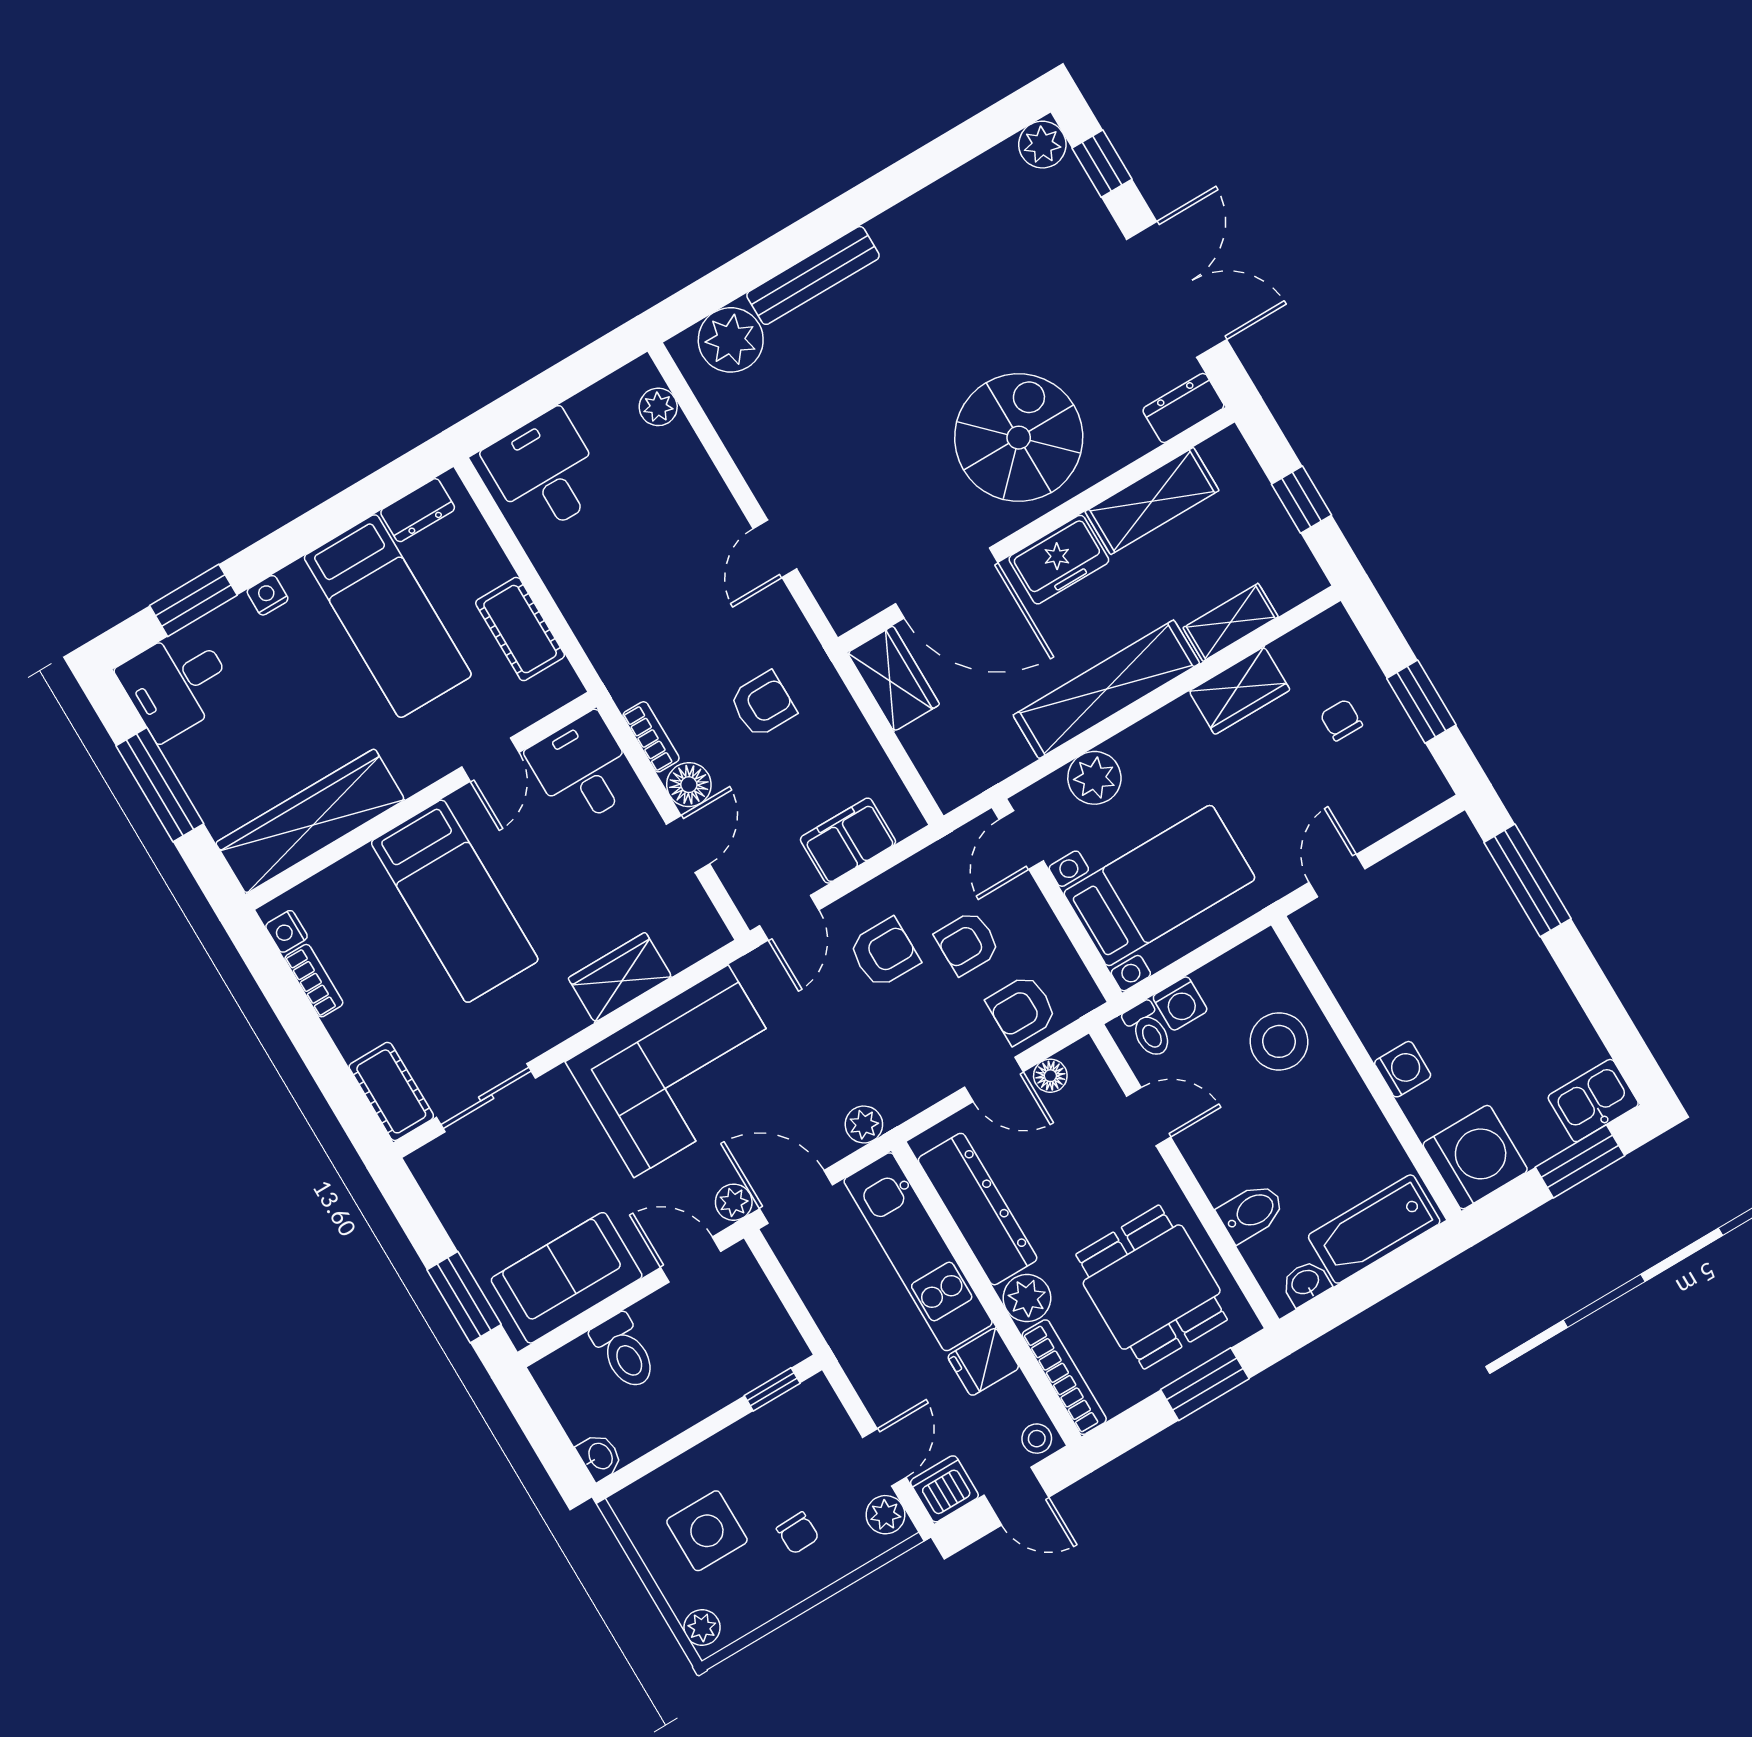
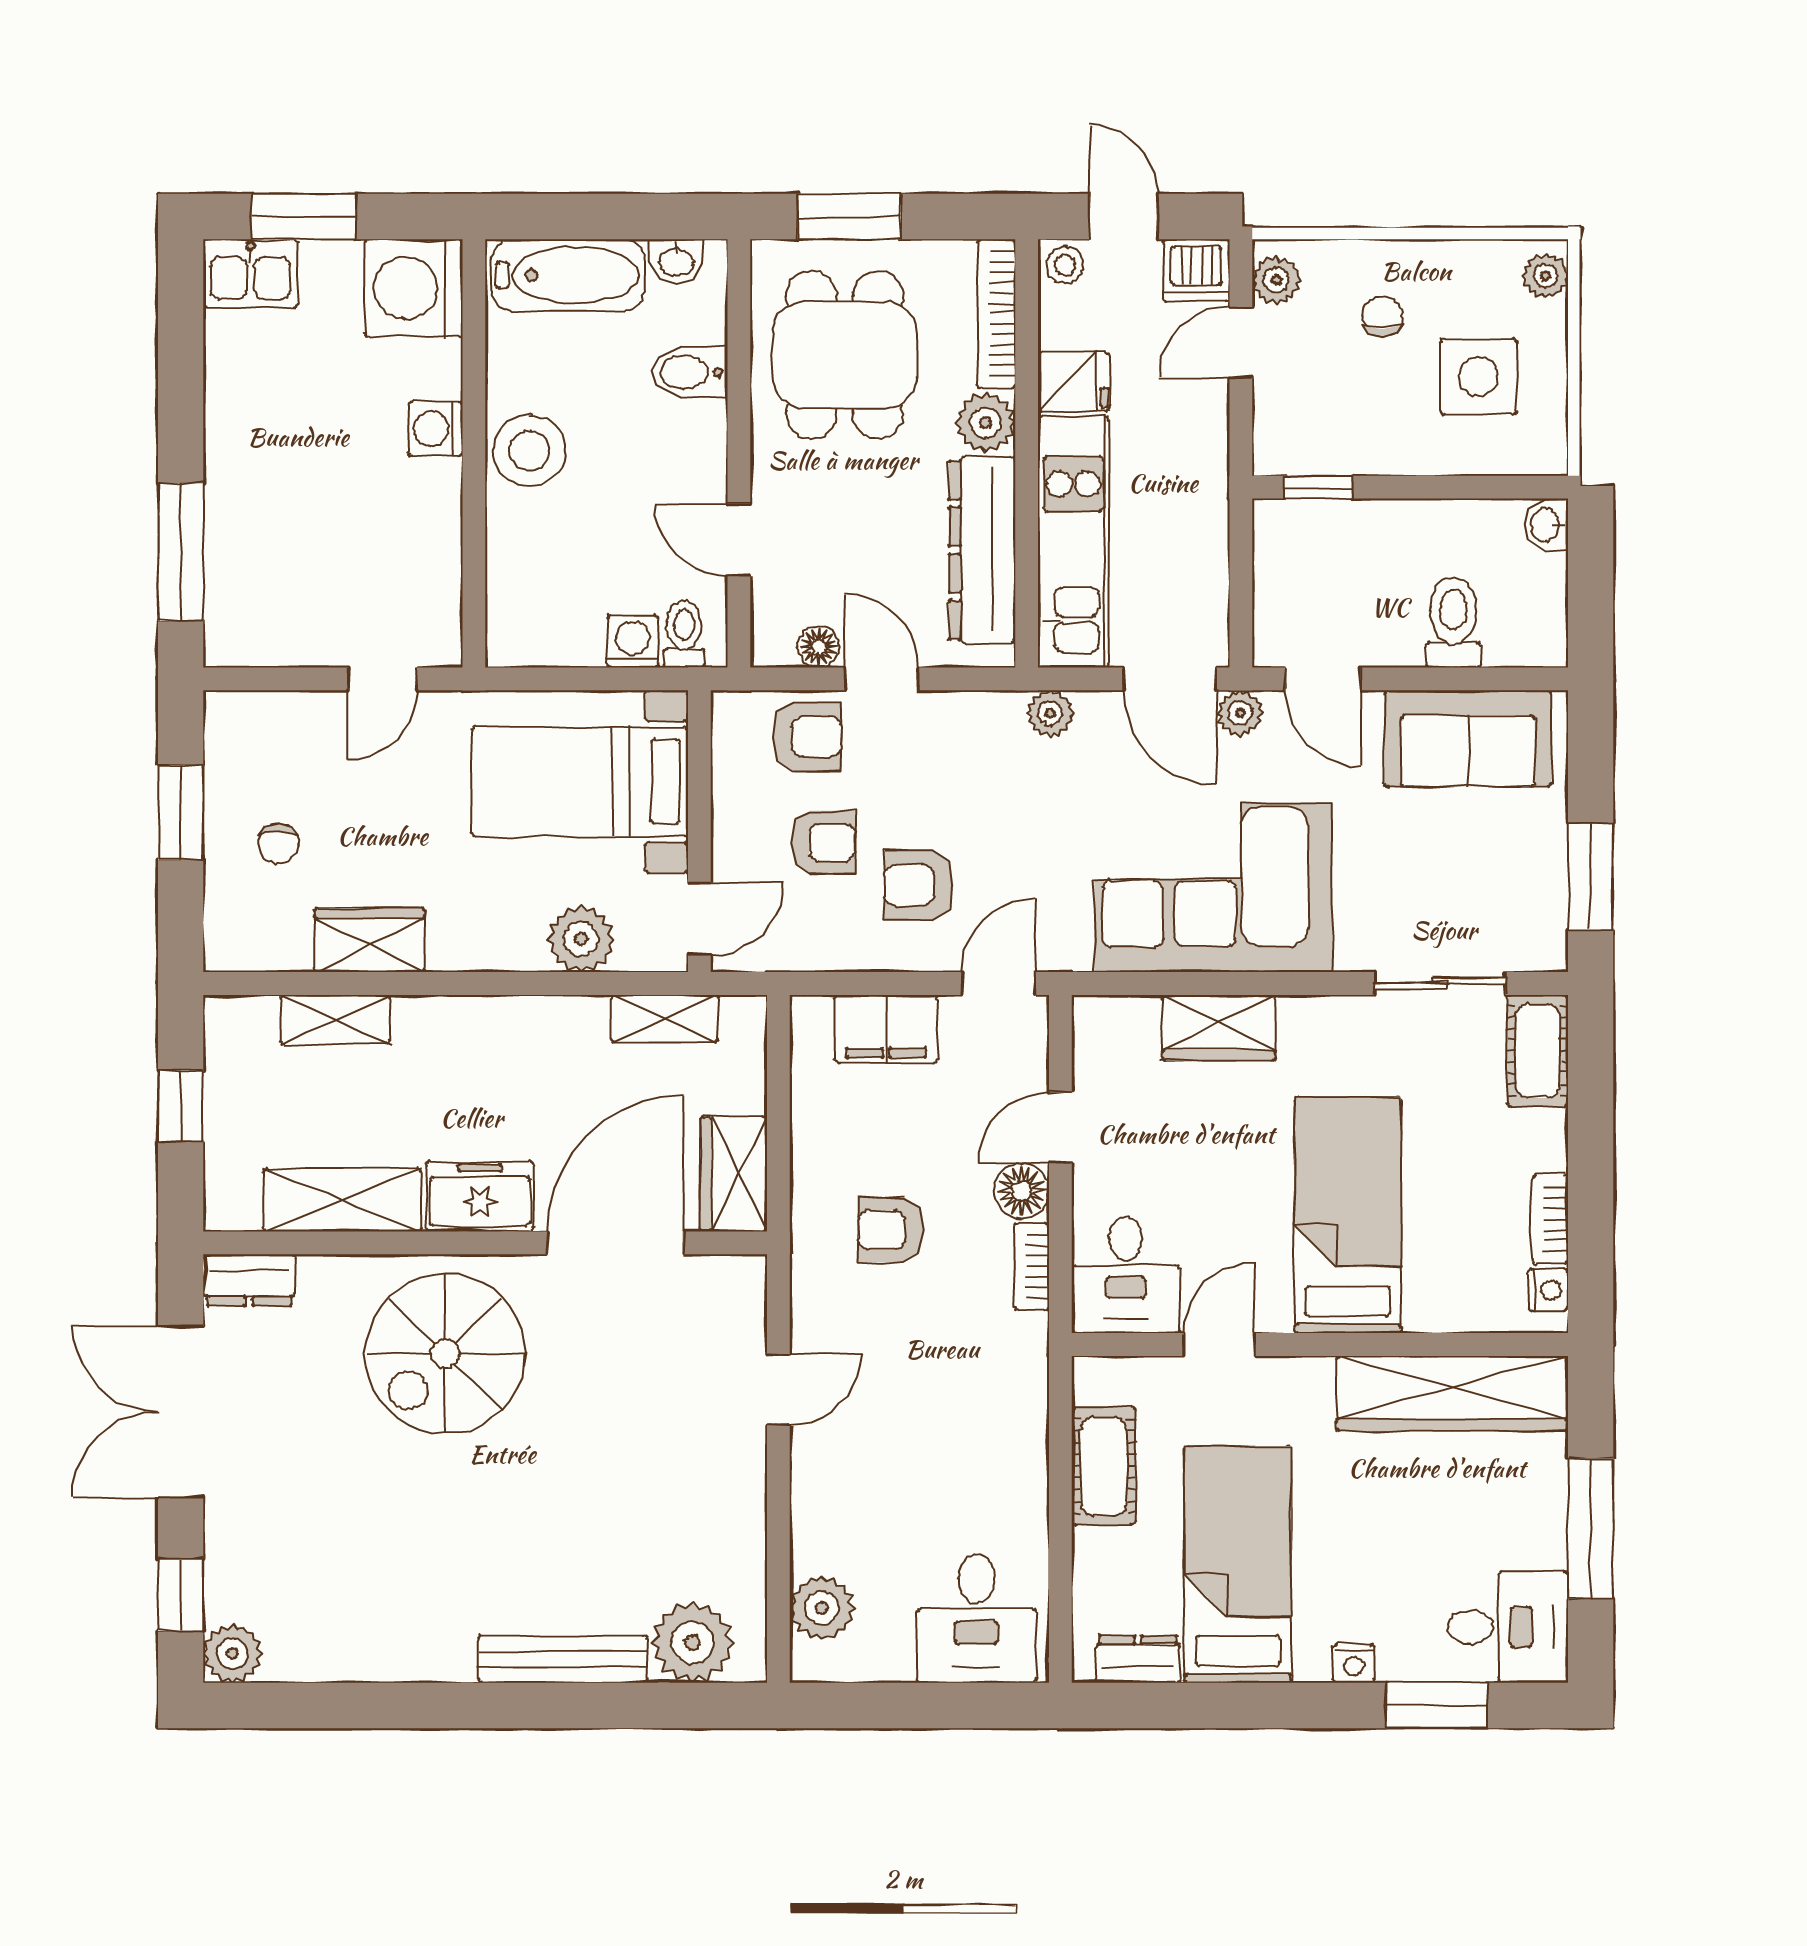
plant: (658, 407) -> (822, 1608), width x1.38, depth x1.38
door: (947, 583) -> (615, 1243), hinge flipped
shelving: (1106, 689) -> (665, 1019), moved, width x0.45, depth x0.75
stool: (1279, 1041) -> (529, 451), moved
window: (464, 1297) -> (1591, 877), moved

